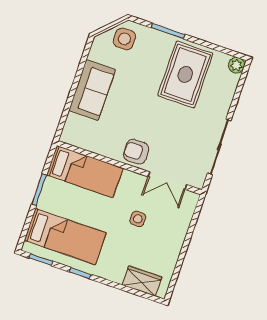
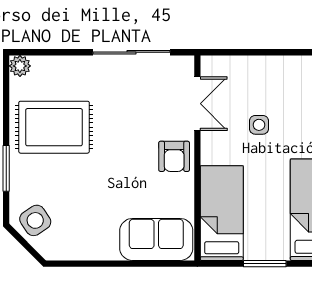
side table: (124, 39) -> (35, 220), turned -34
sofa: (92, 90) -> (156, 239), moved

